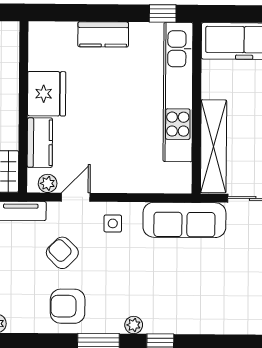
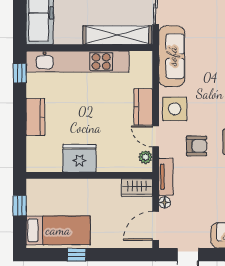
kitchen counter: (40, 143) -> (143, 107), moved, turned -90
side table: (113, 223) -> (175, 109), width x1.87, depth x1.87
armchair: (62, 253) -> (197, 146), turned -135

